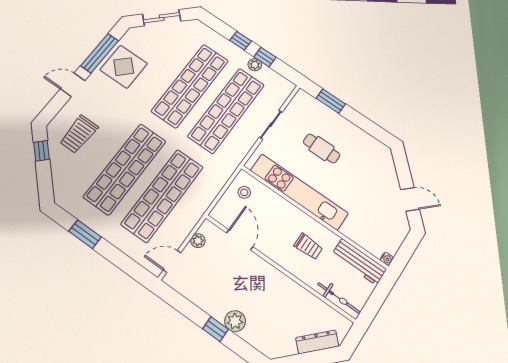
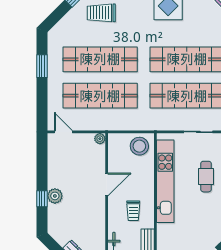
stool: (244, 192) -> (139, 146), width x1.89, depth x1.89
door: (240, 240) -> (107, 184), moved
plant: (198, 241) -> (100, 139), moved
window: (216, 329) -> (42, 199), moved

